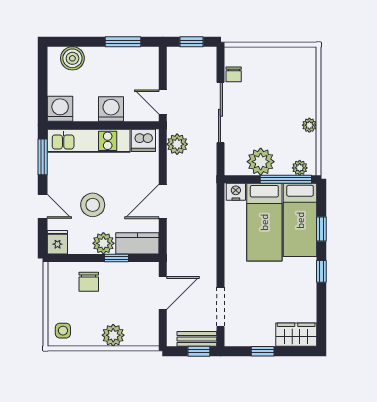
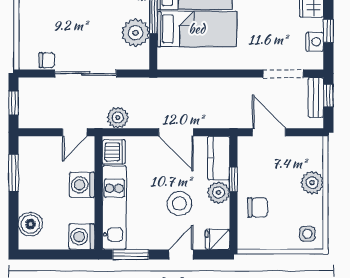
nightstand: (236, 192) -> (315, 42), moved, turned 180

